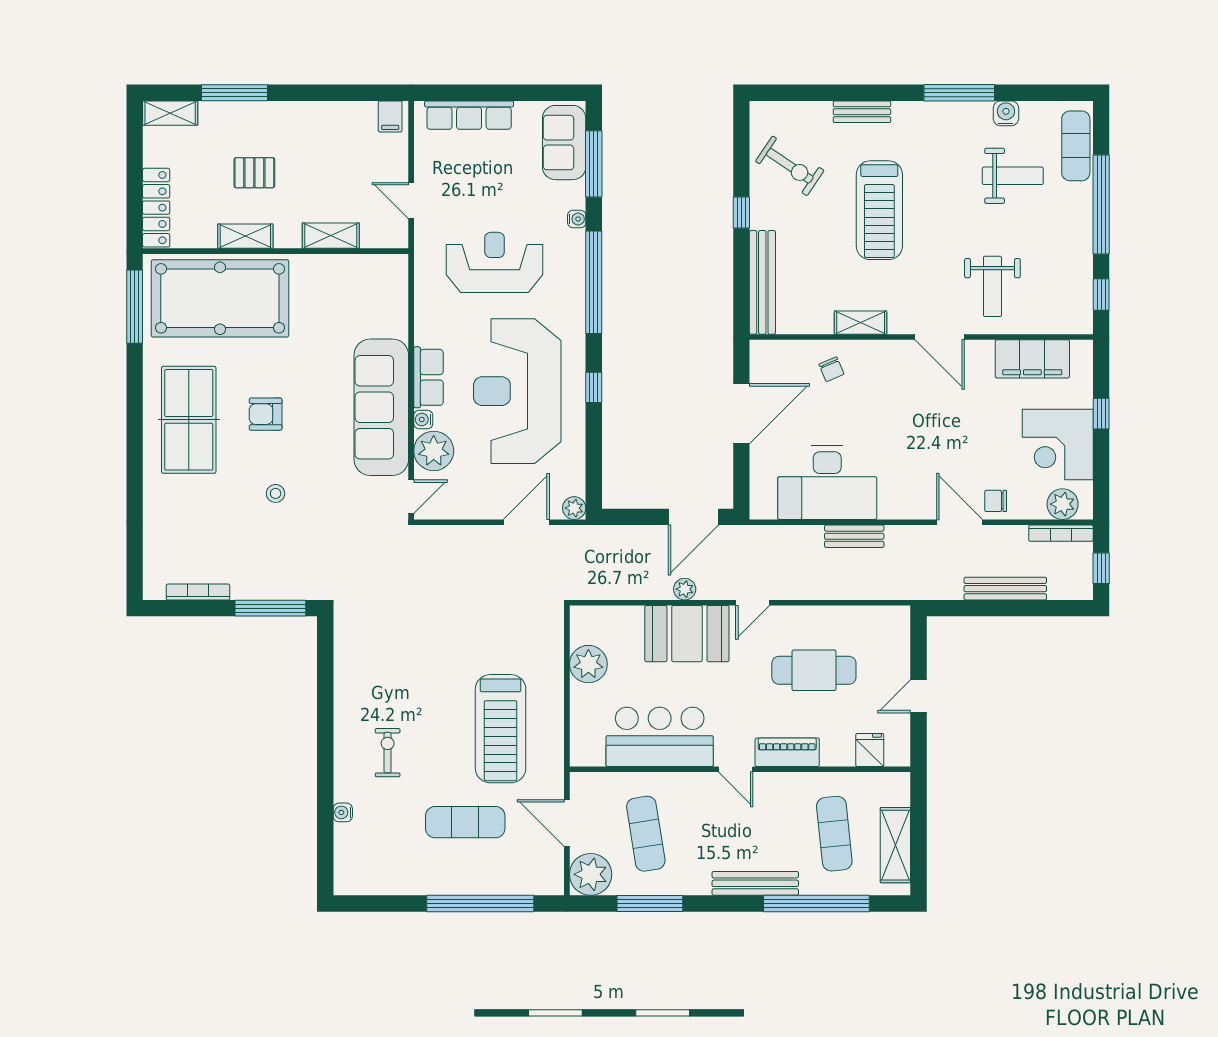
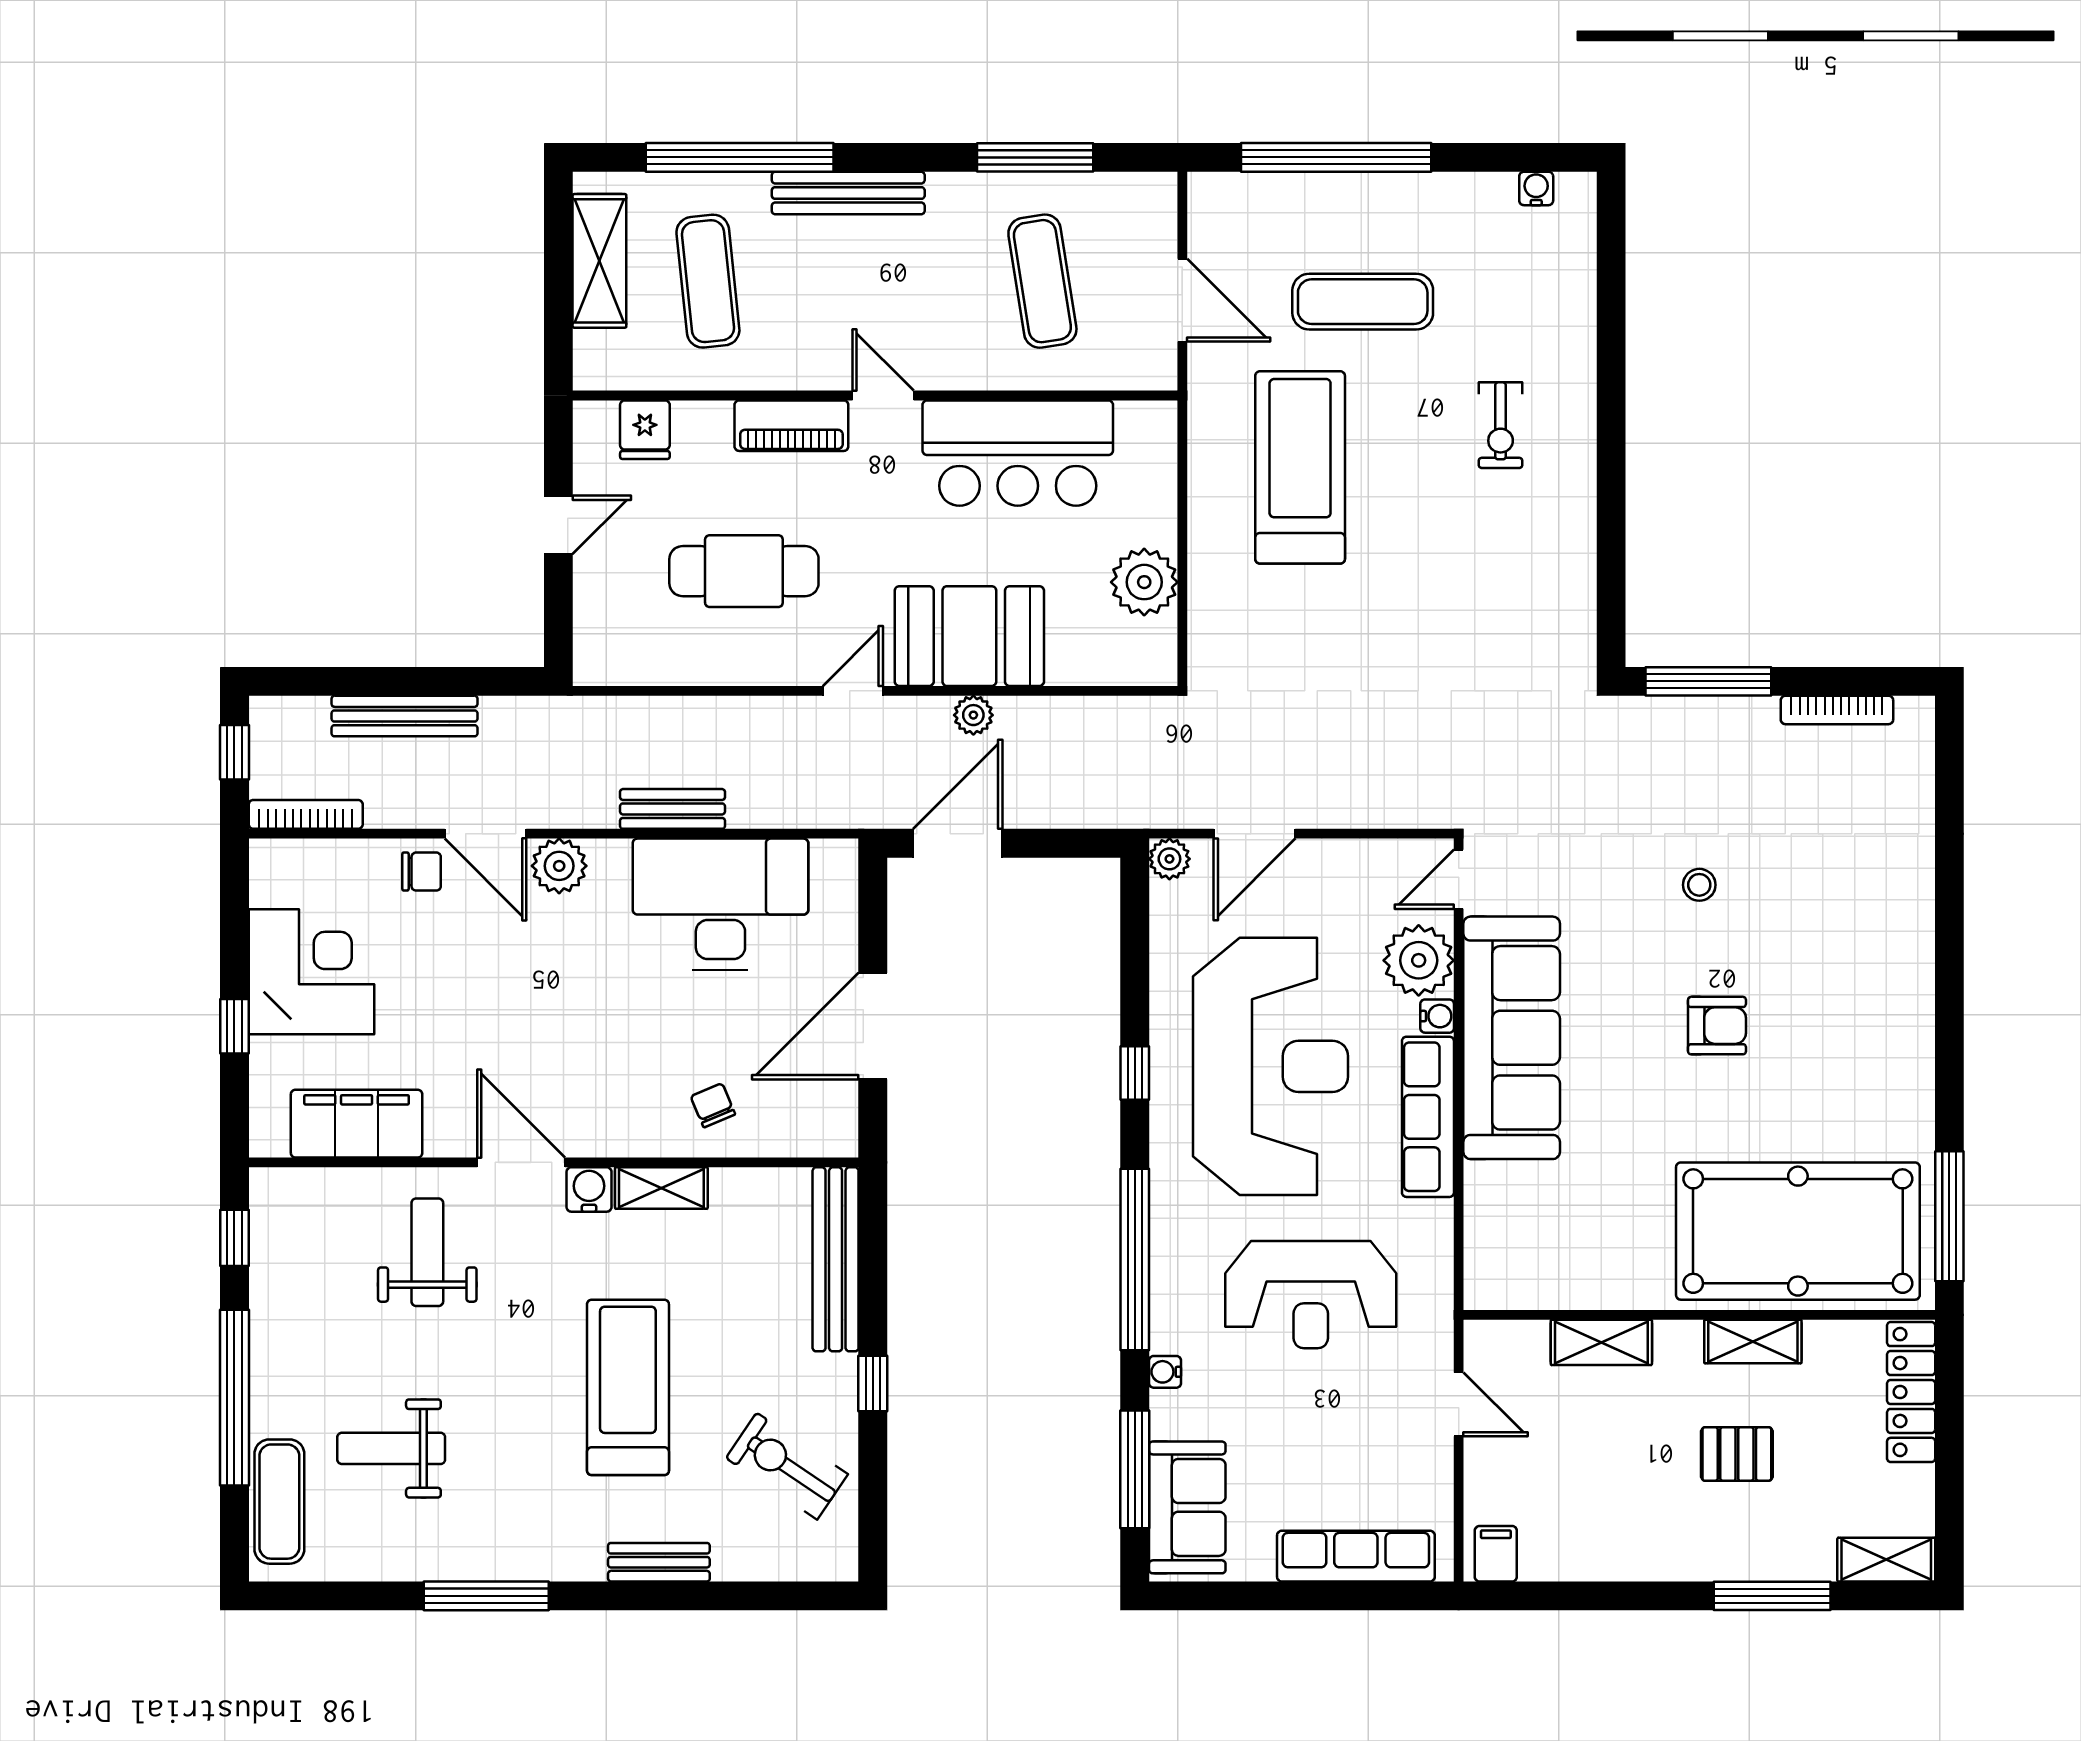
water cooler: (1006, 113) -> (589, 1189), moved, turned 180
row of seats: (428, 377) -> (1428, 1117), width x1.48
table tennis table: (189, 420) -> (1853, 1016), removed
plant: (1063, 504) -> (559, 866), moved
water cooler: (343, 812) -> (1536, 188), moved, turned -90
plant: (591, 874) -> (1140, 209), removed

